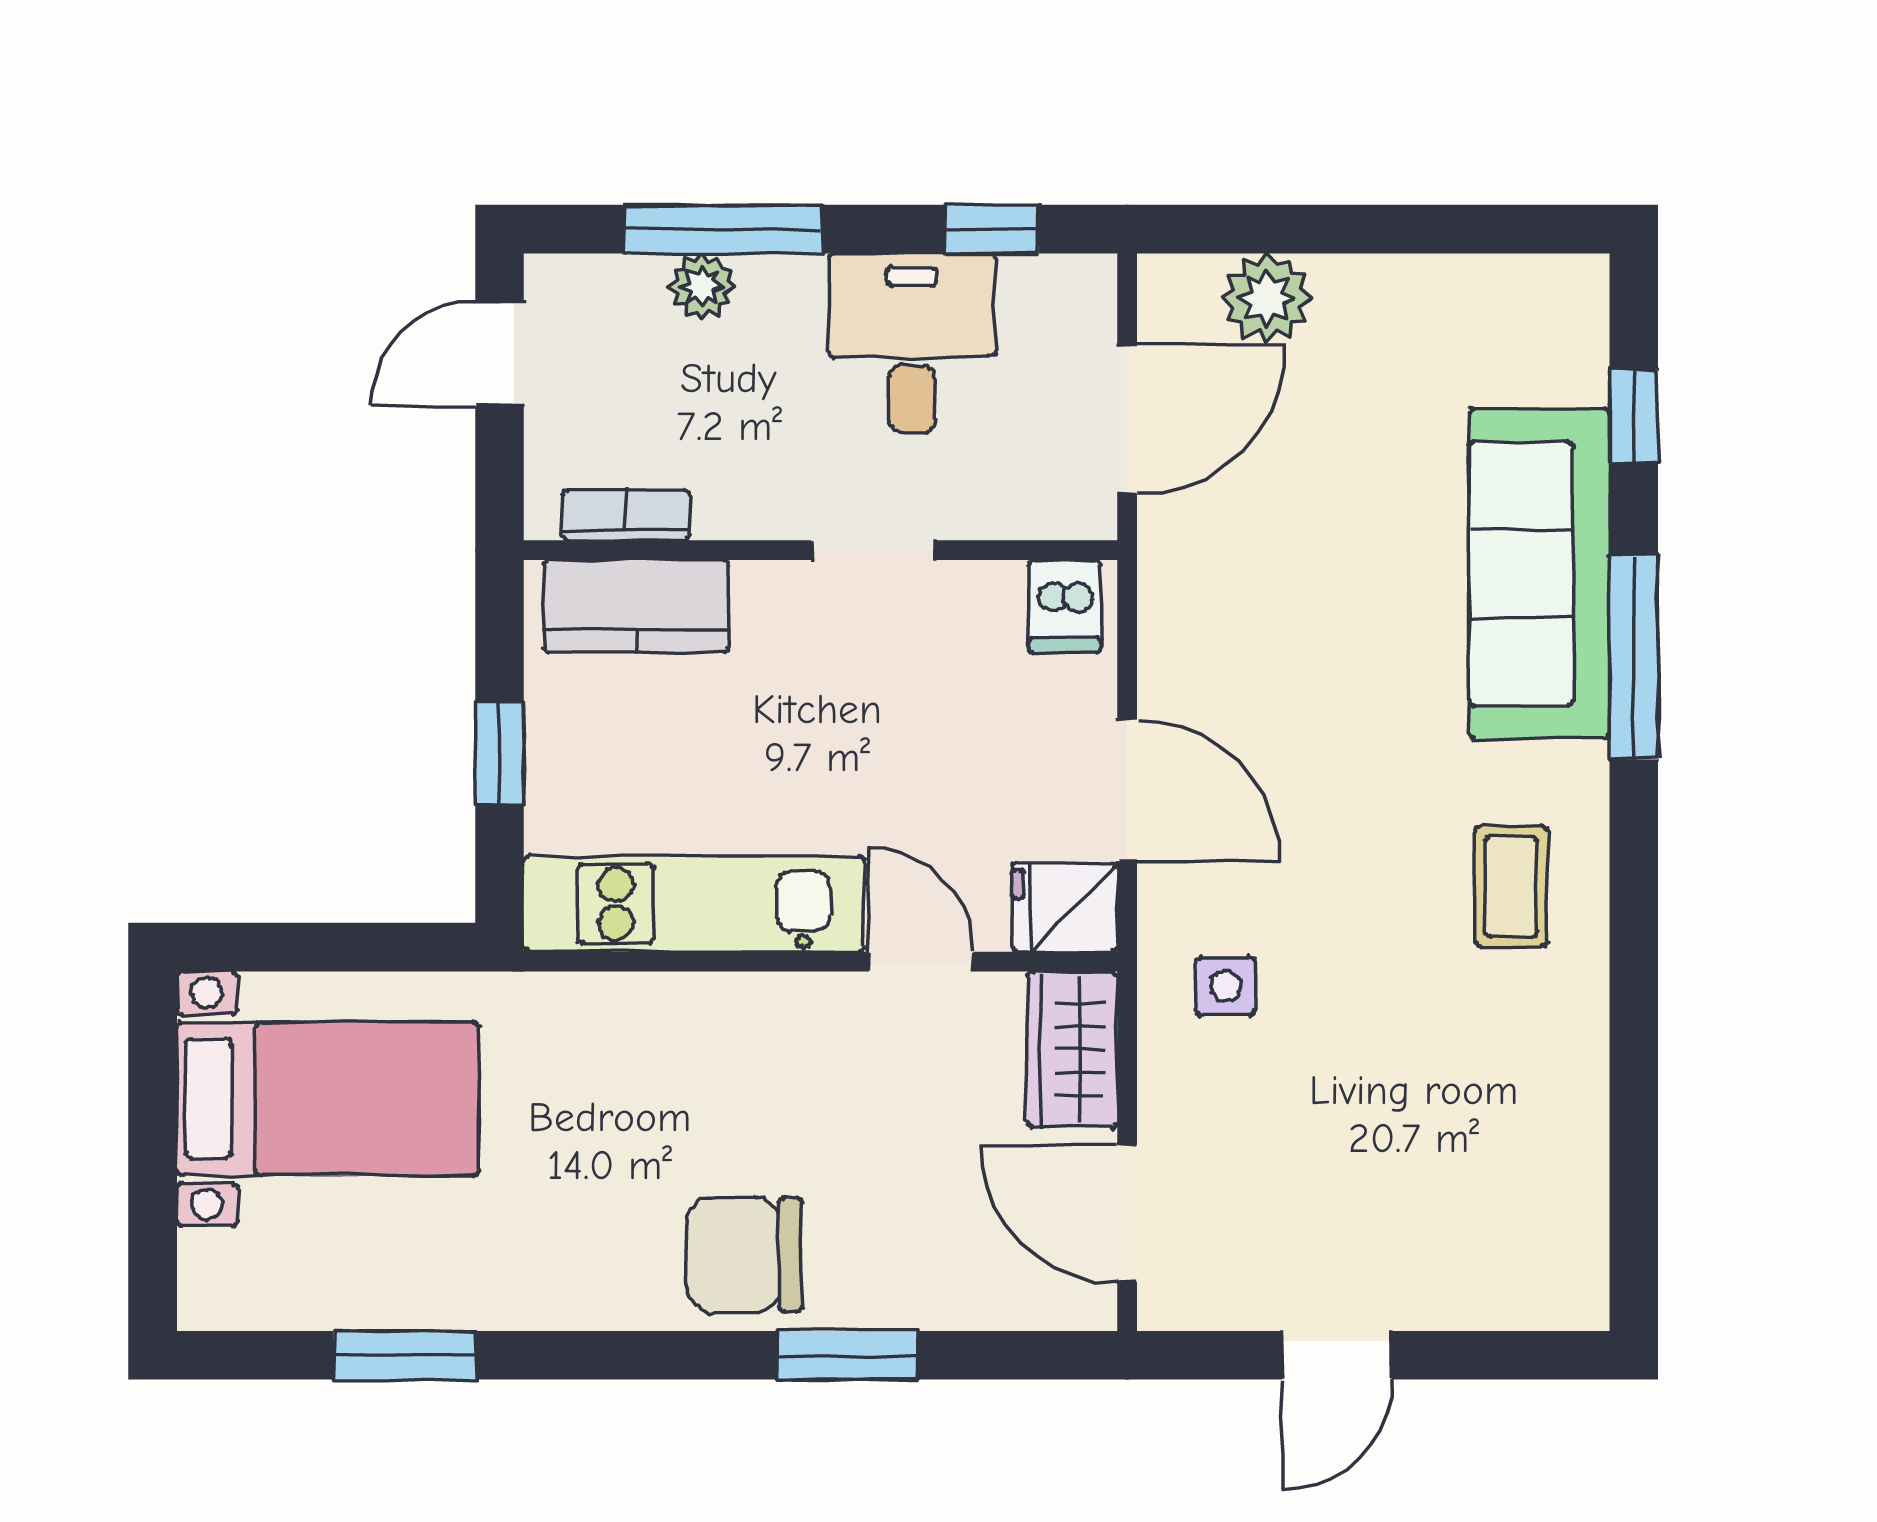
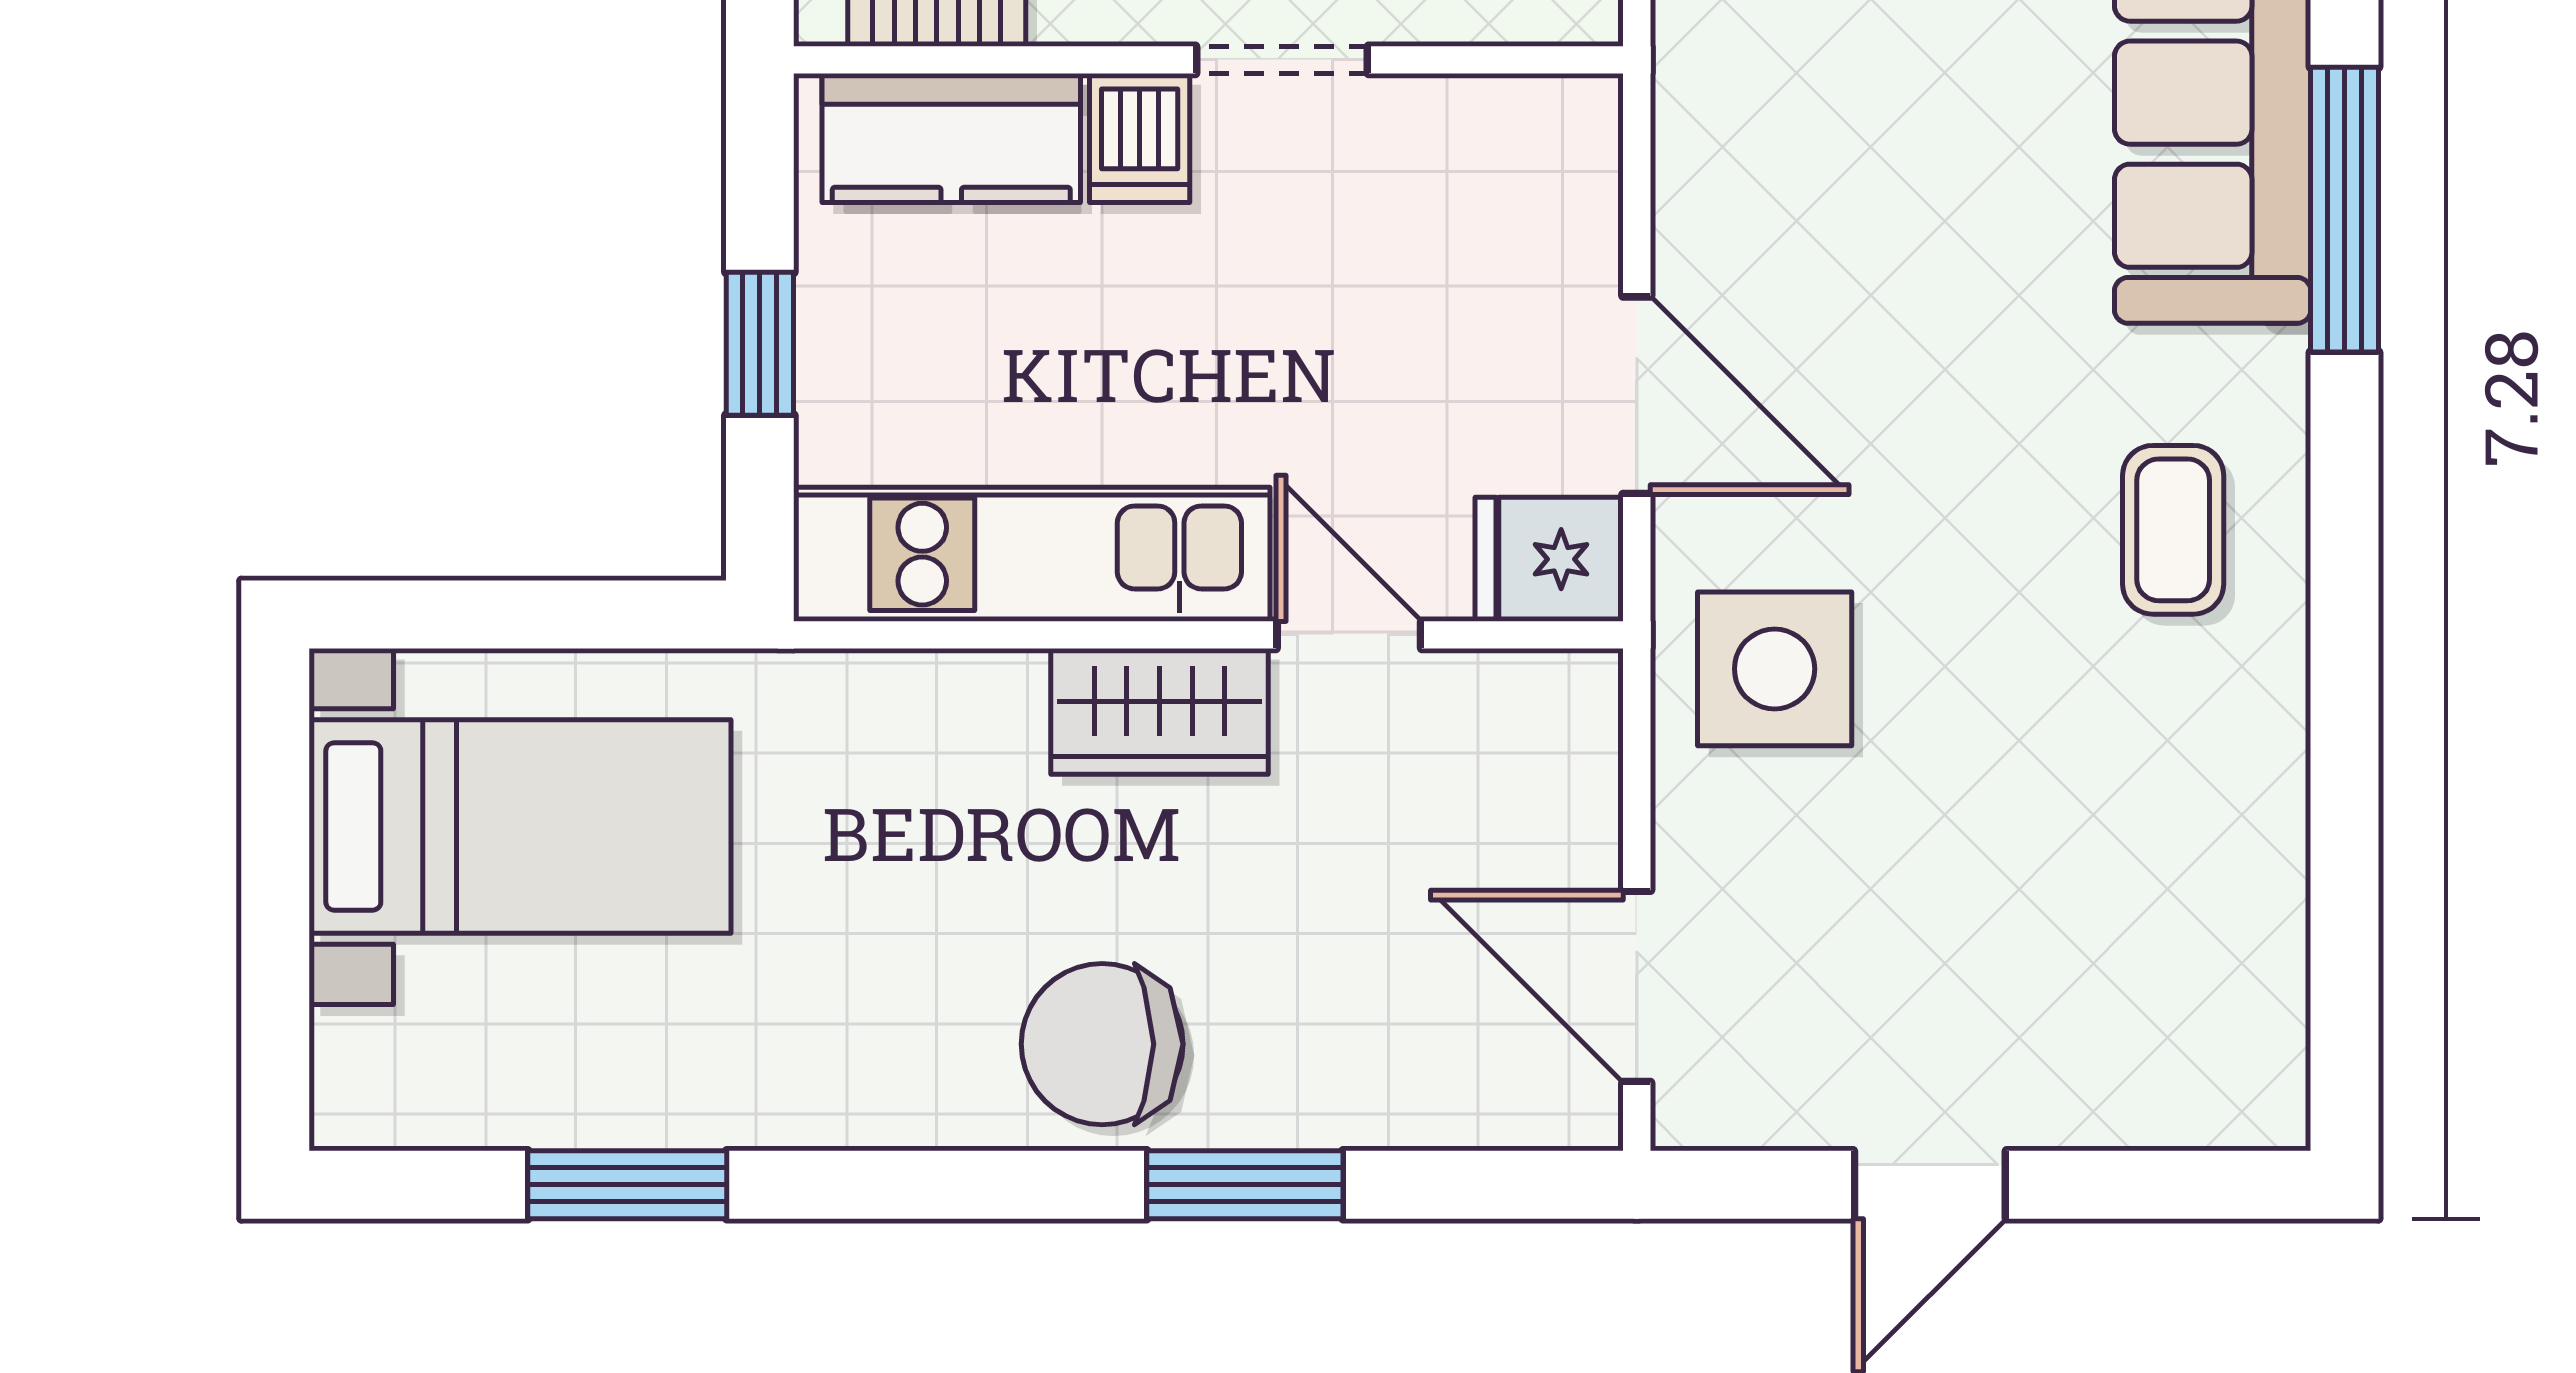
dishwasher: (1065, 606) -> (1140, 138), moved
side table: (1226, 986) -> (1775, 669), width x1.87, depth x1.87
wardrobe: (1072, 1050) -> (1160, 711), moved, turned -90

